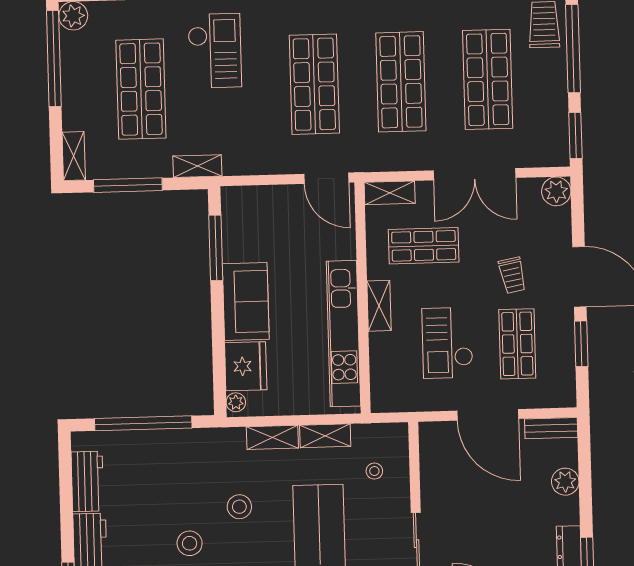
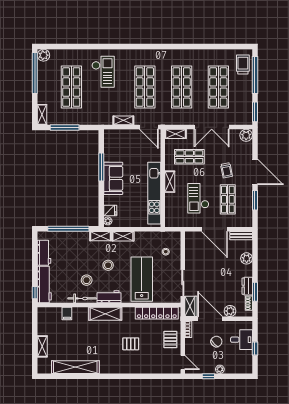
shelving: (197, 166) -> (123, 120), moved
window: (216, 248) -> (101, 167), moved
fridge: (246, 366) -> (110, 211), width x0.53, depth x0.75
shelving: (325, 436) -> (101, 236), moved

